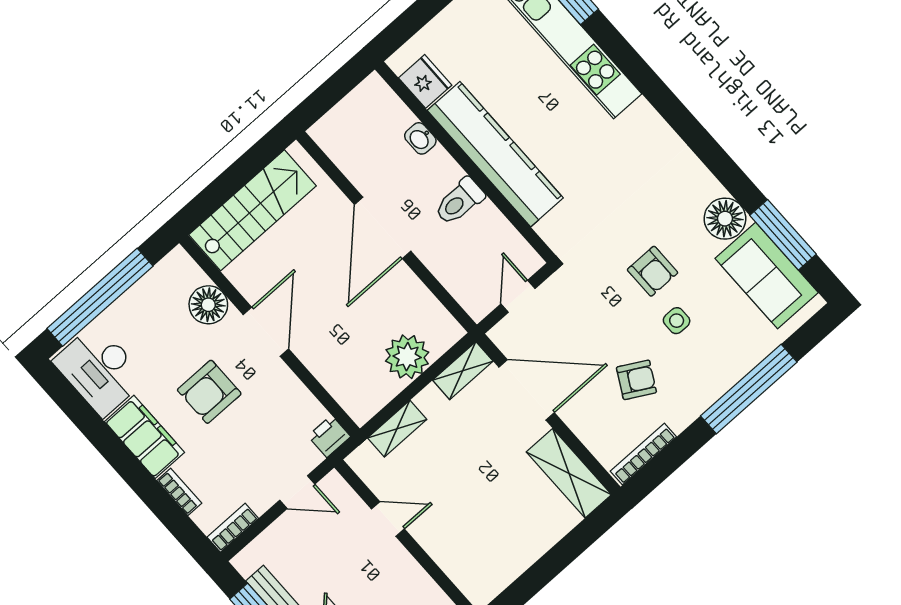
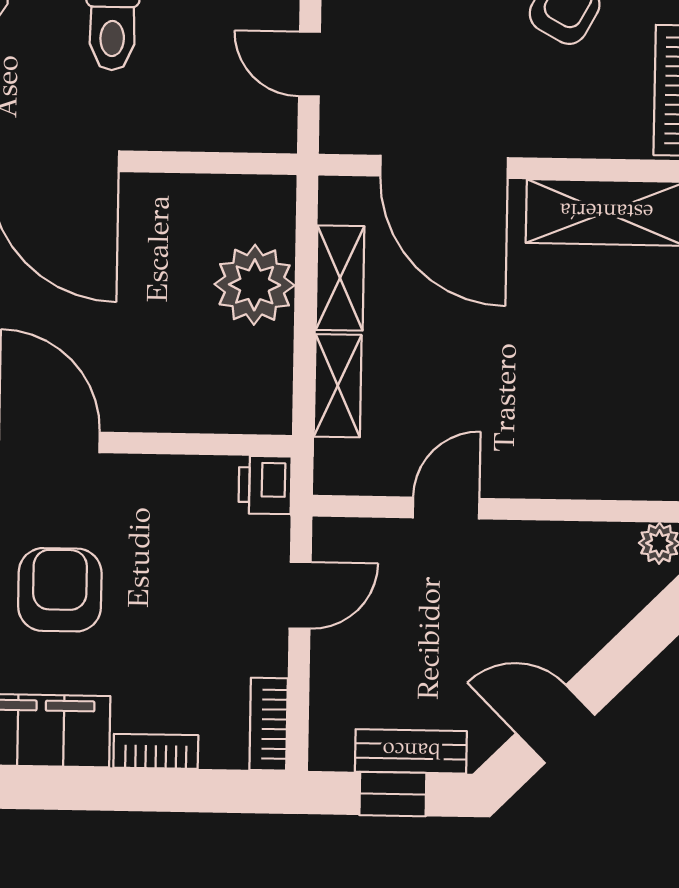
shelving: (463, 371) -> (340, 278), moved
door: (527, 390) -> (444, 167), swing flipped
armchair: (209, 392) -> (60, 590), turned 180

